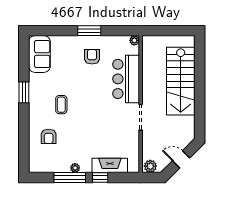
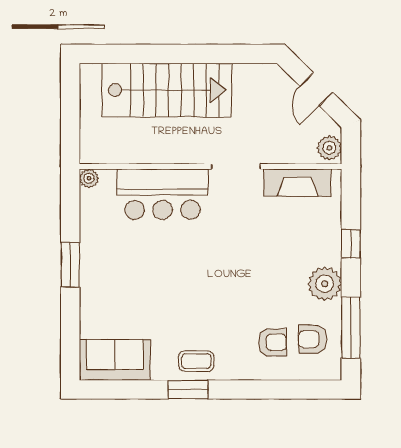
armchair: (92, 57) -> (313, 339), moved
coffee table: (61, 105) -> (196, 361), moved
fireplace: (110, 165) -> (297, 183), moved, turned -90
plant: (75, 168) -> (325, 284), width x1.87, depth x1.87
window: (70, 177) -> (351, 328), moved

